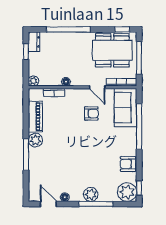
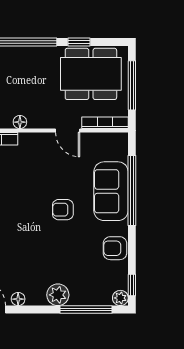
window: (122, 29) -> (79, 42), moved
sofa: (125, 108) -> (111, 191), moved
armchair: (91, 113) -> (63, 210), moved, turned 180
plant: (127, 192) -> (120, 298), width x0.53, depth x0.53
window: (96, 204) -> (86, 310), moved

